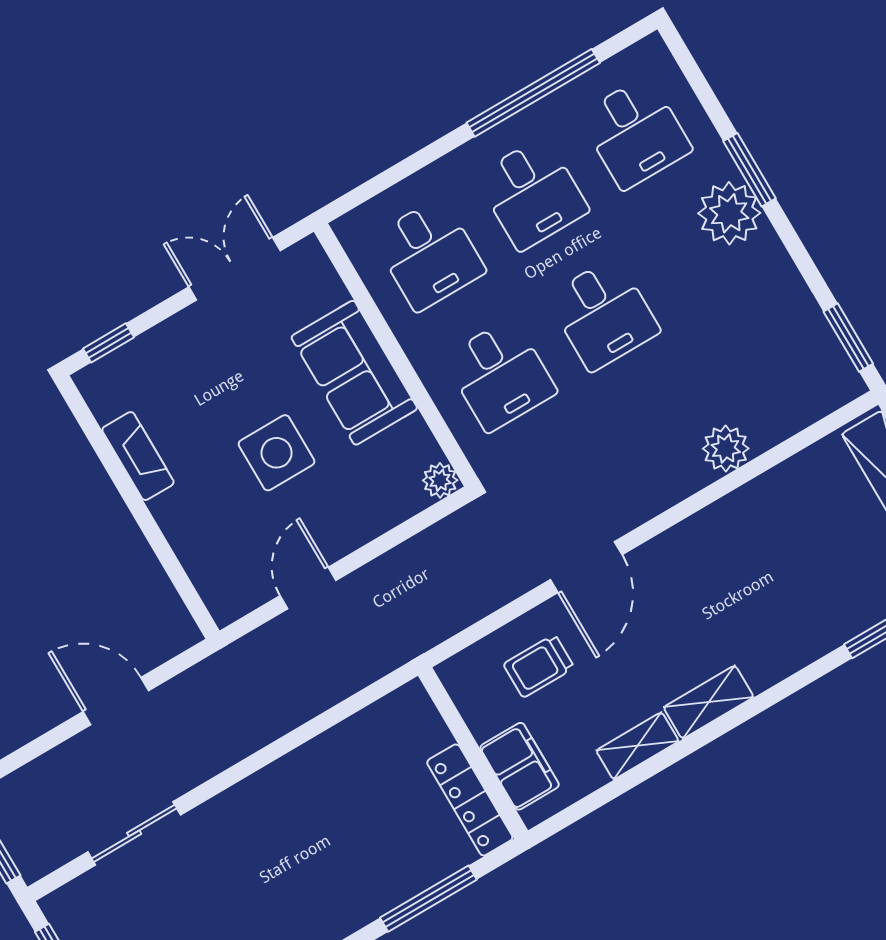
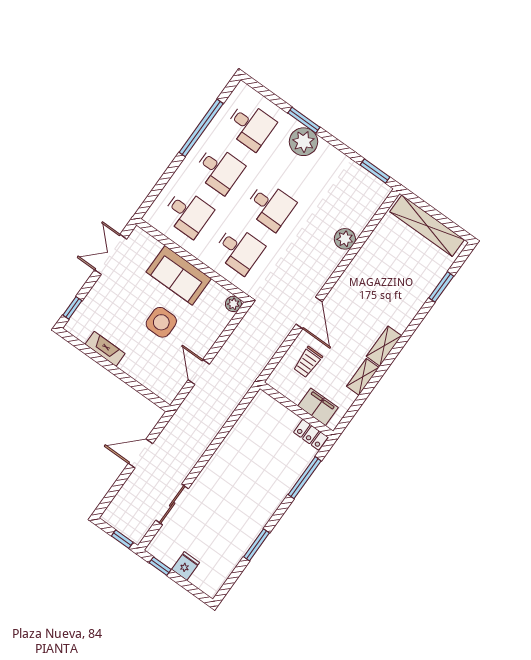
locker: (470, 800) -> (311, 435), width x0.66

